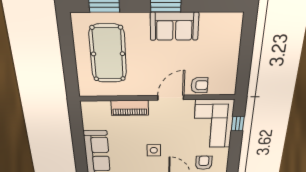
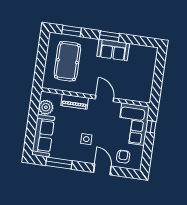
armchair: (199, 85) -> (126, 92), removed
door: (171, 98) -> (105, 98), hinge flipped
plant: (92, 121) -> (46, 107), added

